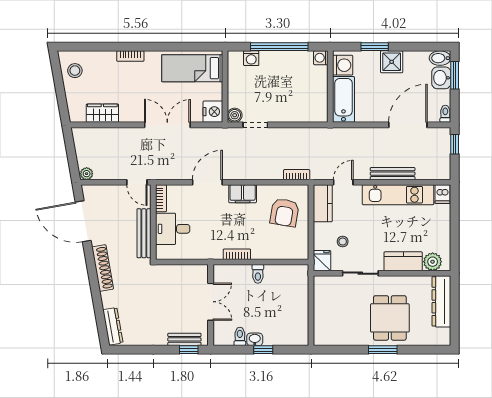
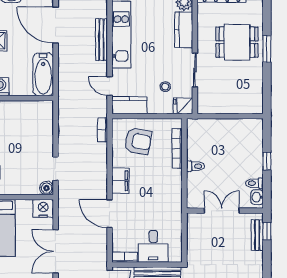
bathtub: (343, 99) -> (43, 74), moved, turned -90
bookcase: (237, 254) -> (177, 148), moved, width x1.56
washbasin: (255, 339) -> (257, 197), moved

